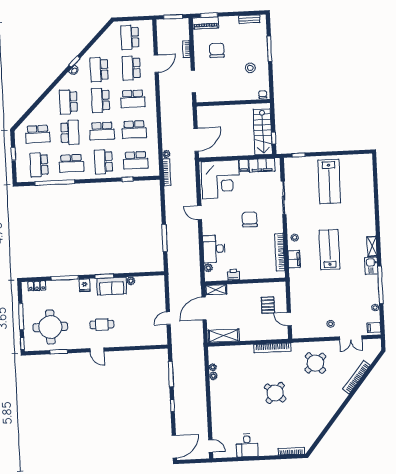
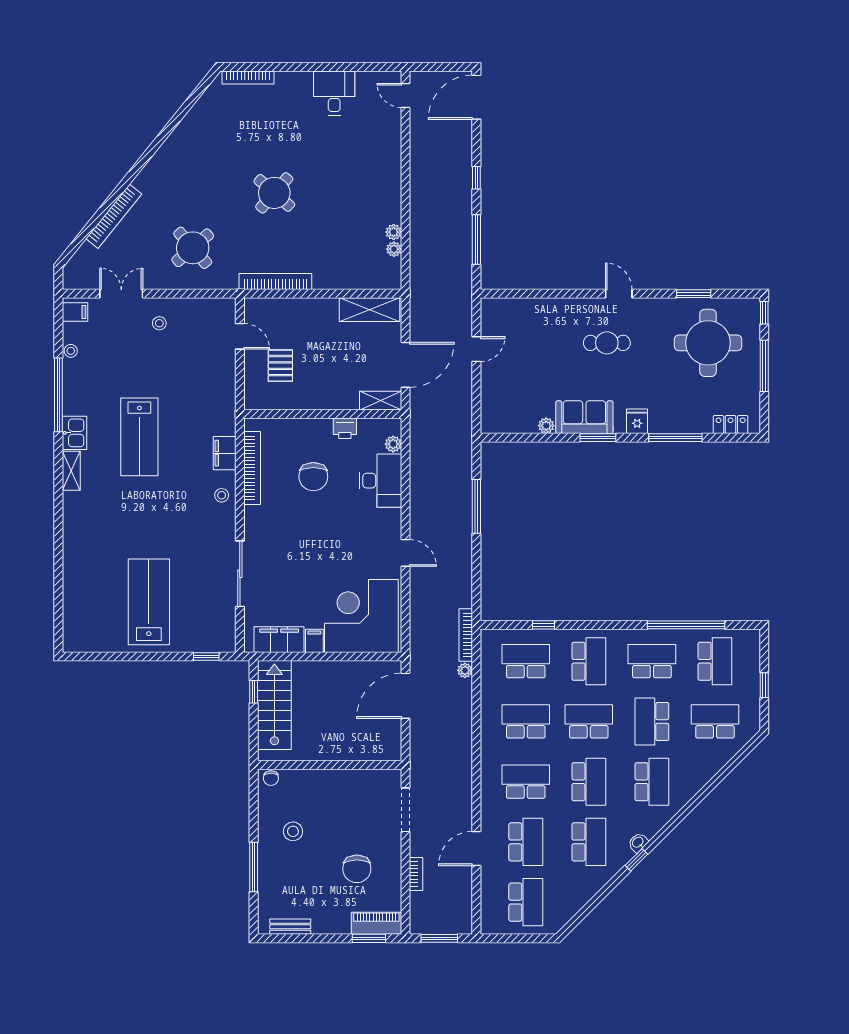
chair: (250, 220) -> (313, 477), moved
lab bench: (329, 250) -> (139, 437), moved

